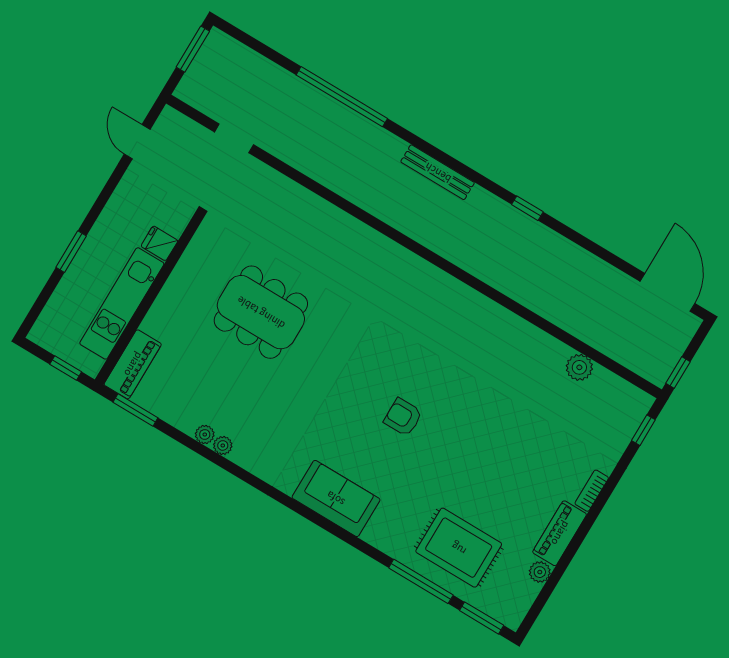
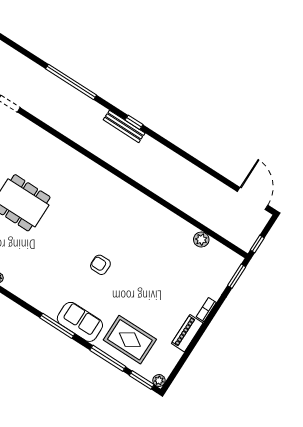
window: (527, 208) -> (134, 122), moved
window: (643, 430) -> (237, 276), width x1.50
sofa: (336, 498) -> (80, 322), moved
window: (330, 527) -> (57, 326), added
plant: (540, 572) -> (159, 381), moved

